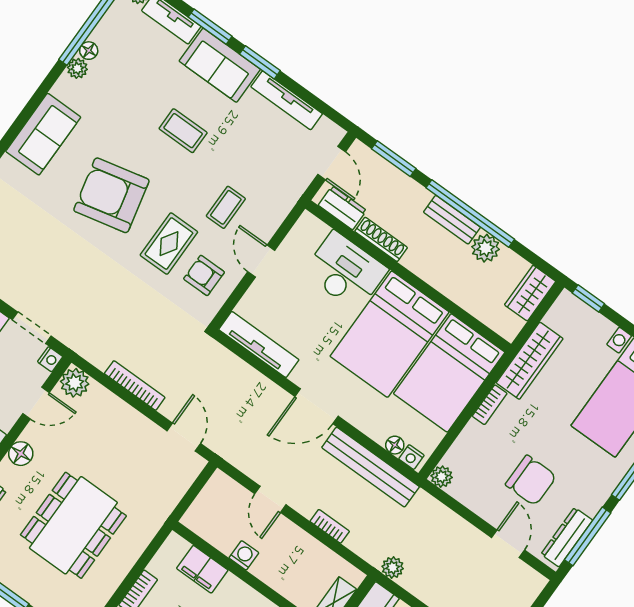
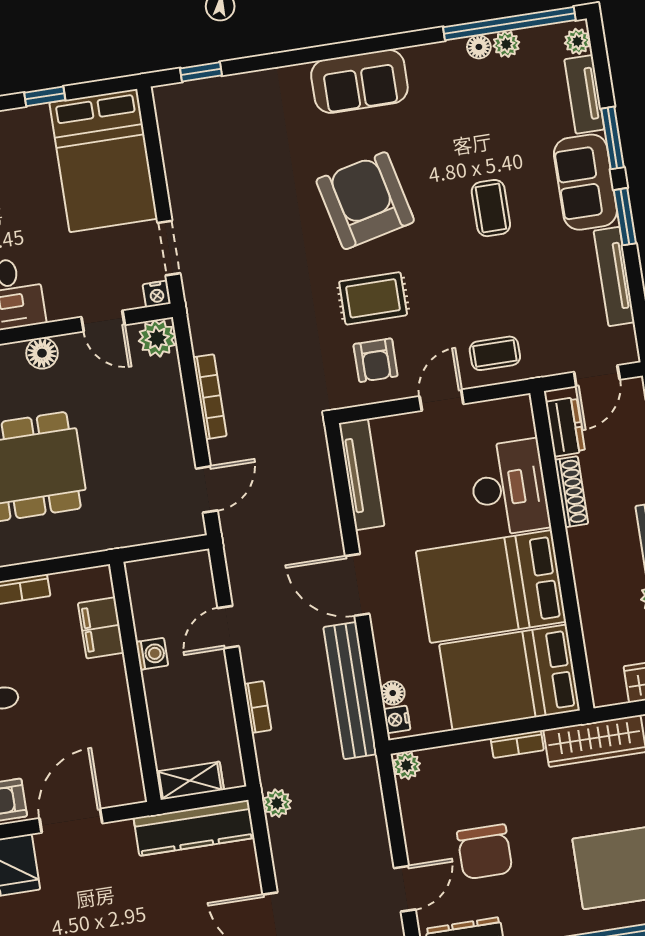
plant: (77, 68) -> (506, 44), moved
coffee table: (226, 207) -> (495, 353), moved
armchair: (204, 275) -> (376, 360), turned 180

